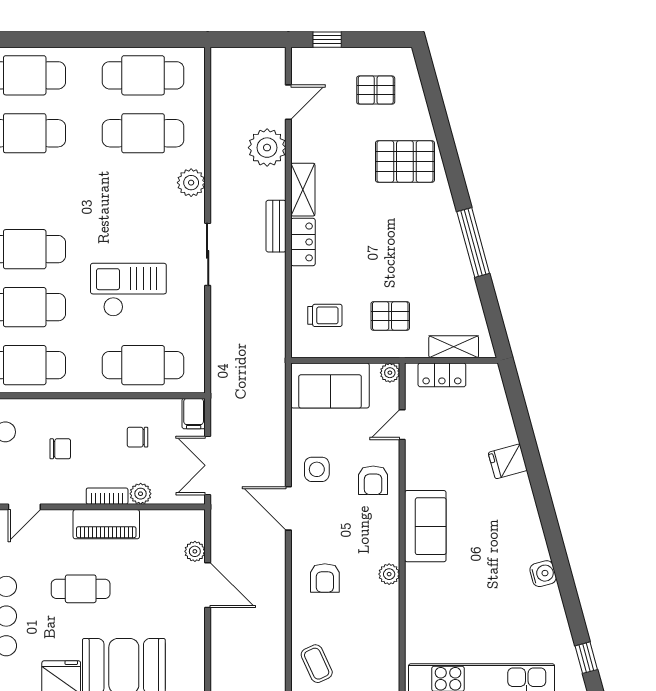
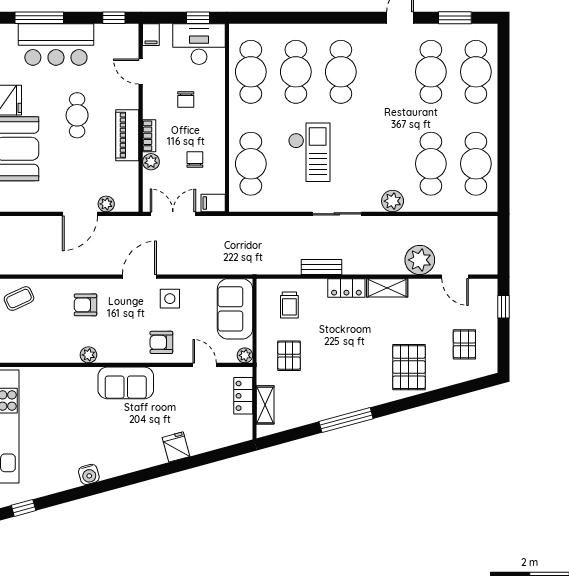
bench: (276, 226) -> (321, 267), moved

